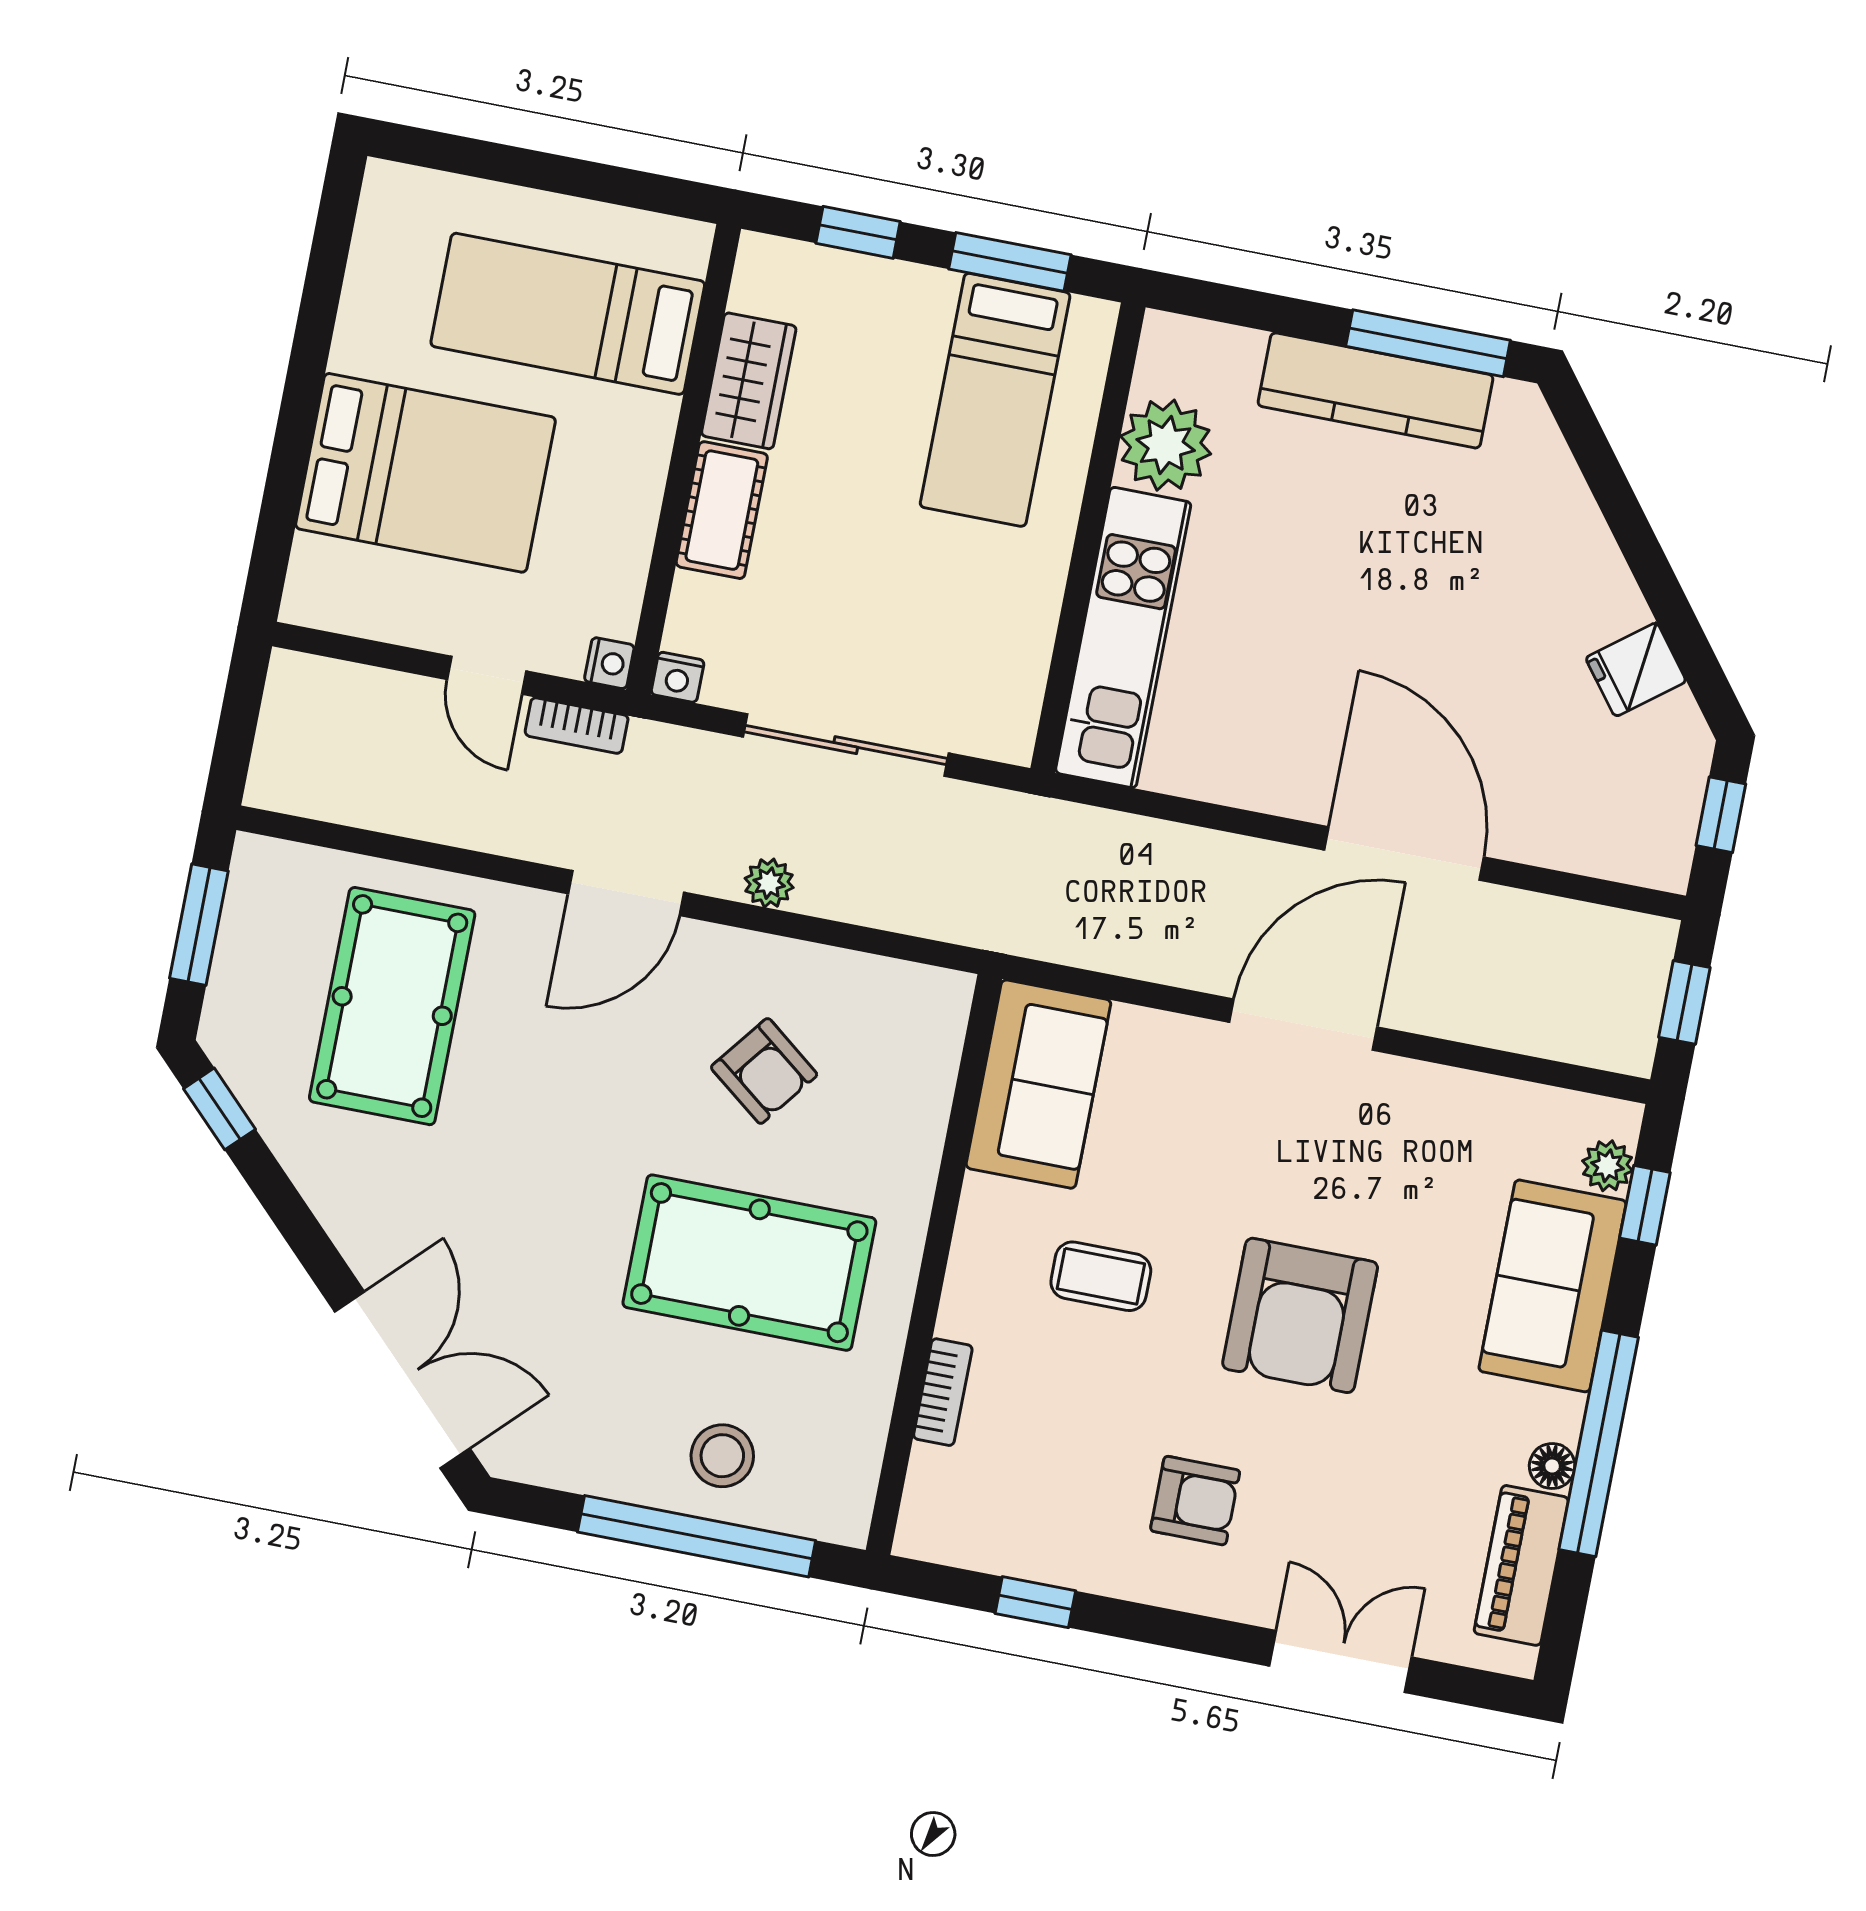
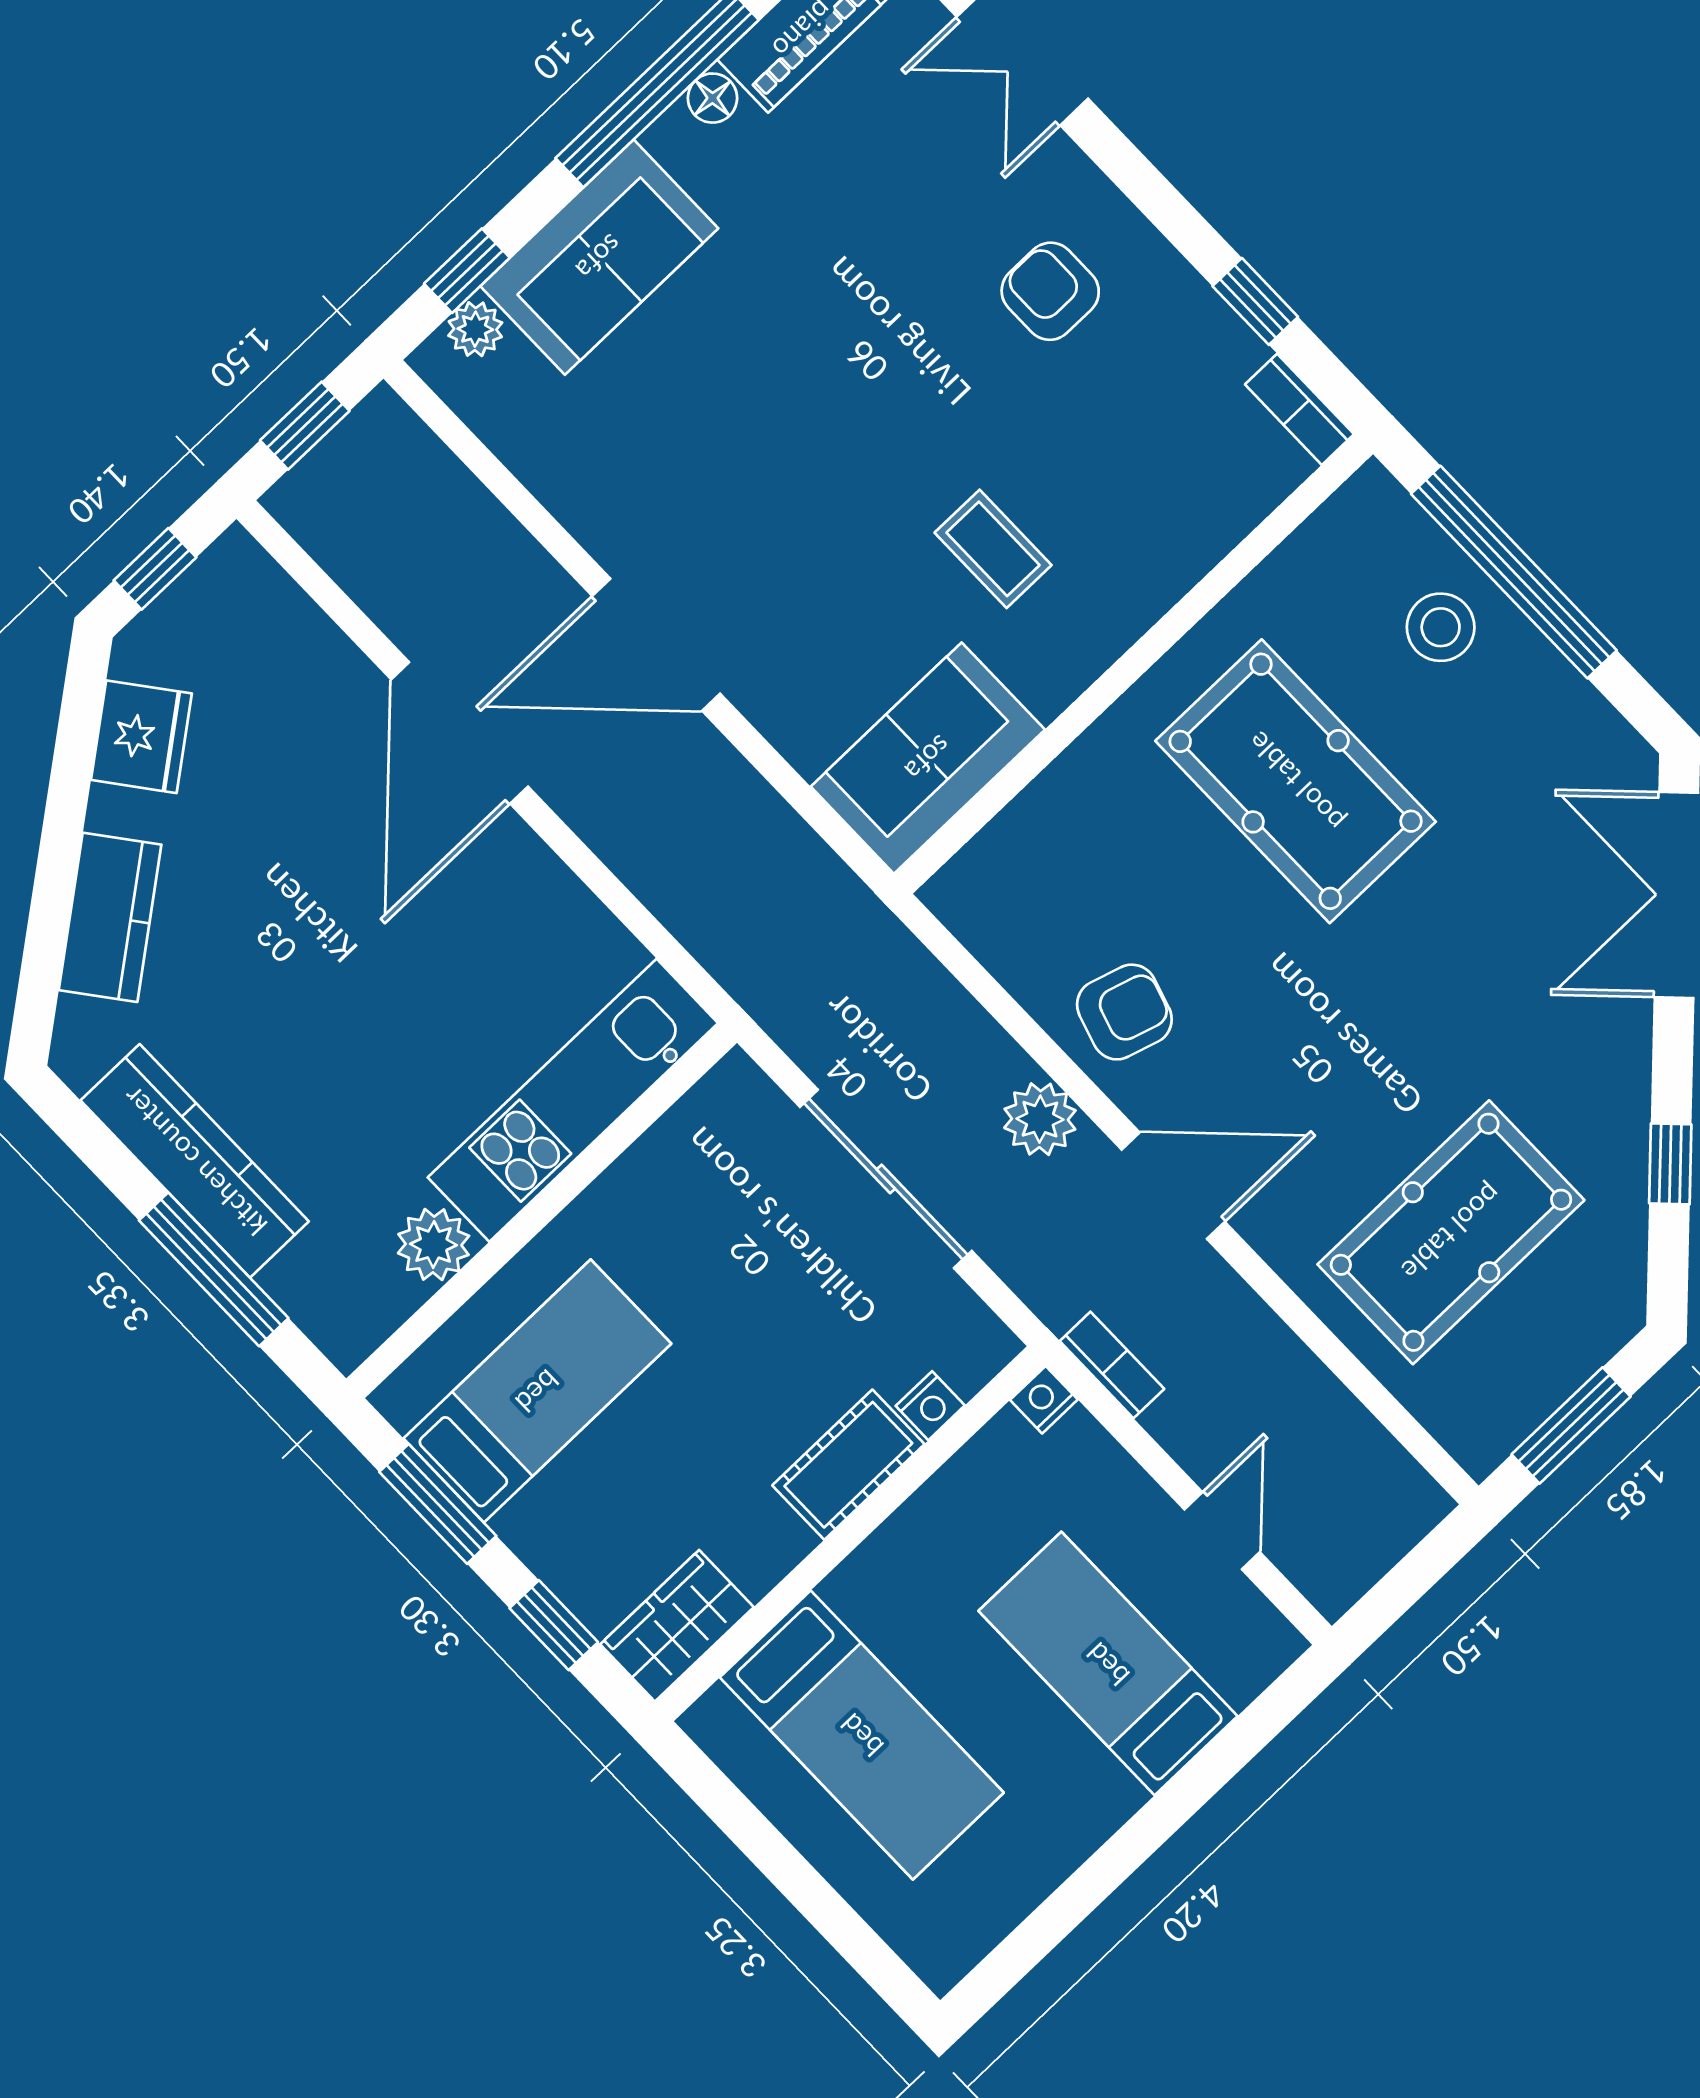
window: (1428, 343) -> (214, 1269), moved
wardrobe: (749, 381) -> (677, 1626), moved
plant: (1166, 445) -> (434, 1245), width x0.73, depth x0.73
bed: (426, 473) -> (1108, 1664), width x0.67
kitchen counter: (1569, 529) -> (110, 917), added
fridge: (1636, 670) -> (141, 737), width x1.38
door: (487, 675) -> (1222, 1531), moved
nightstand: (678, 677) -> (930, 1406), moved, turned 90
plant: (769, 883) -> (1040, 1119), width x1.38, depth x1.38
armchair: (764, 1071) -> (1124, 1012), moved, turned 69
window: (220, 1109) -> (1670, 1164), moved
armchair: (1300, 1315) -> (841, 389), removed
bookcase: (943, 1392) -> (1299, 409), moved, turned -90

